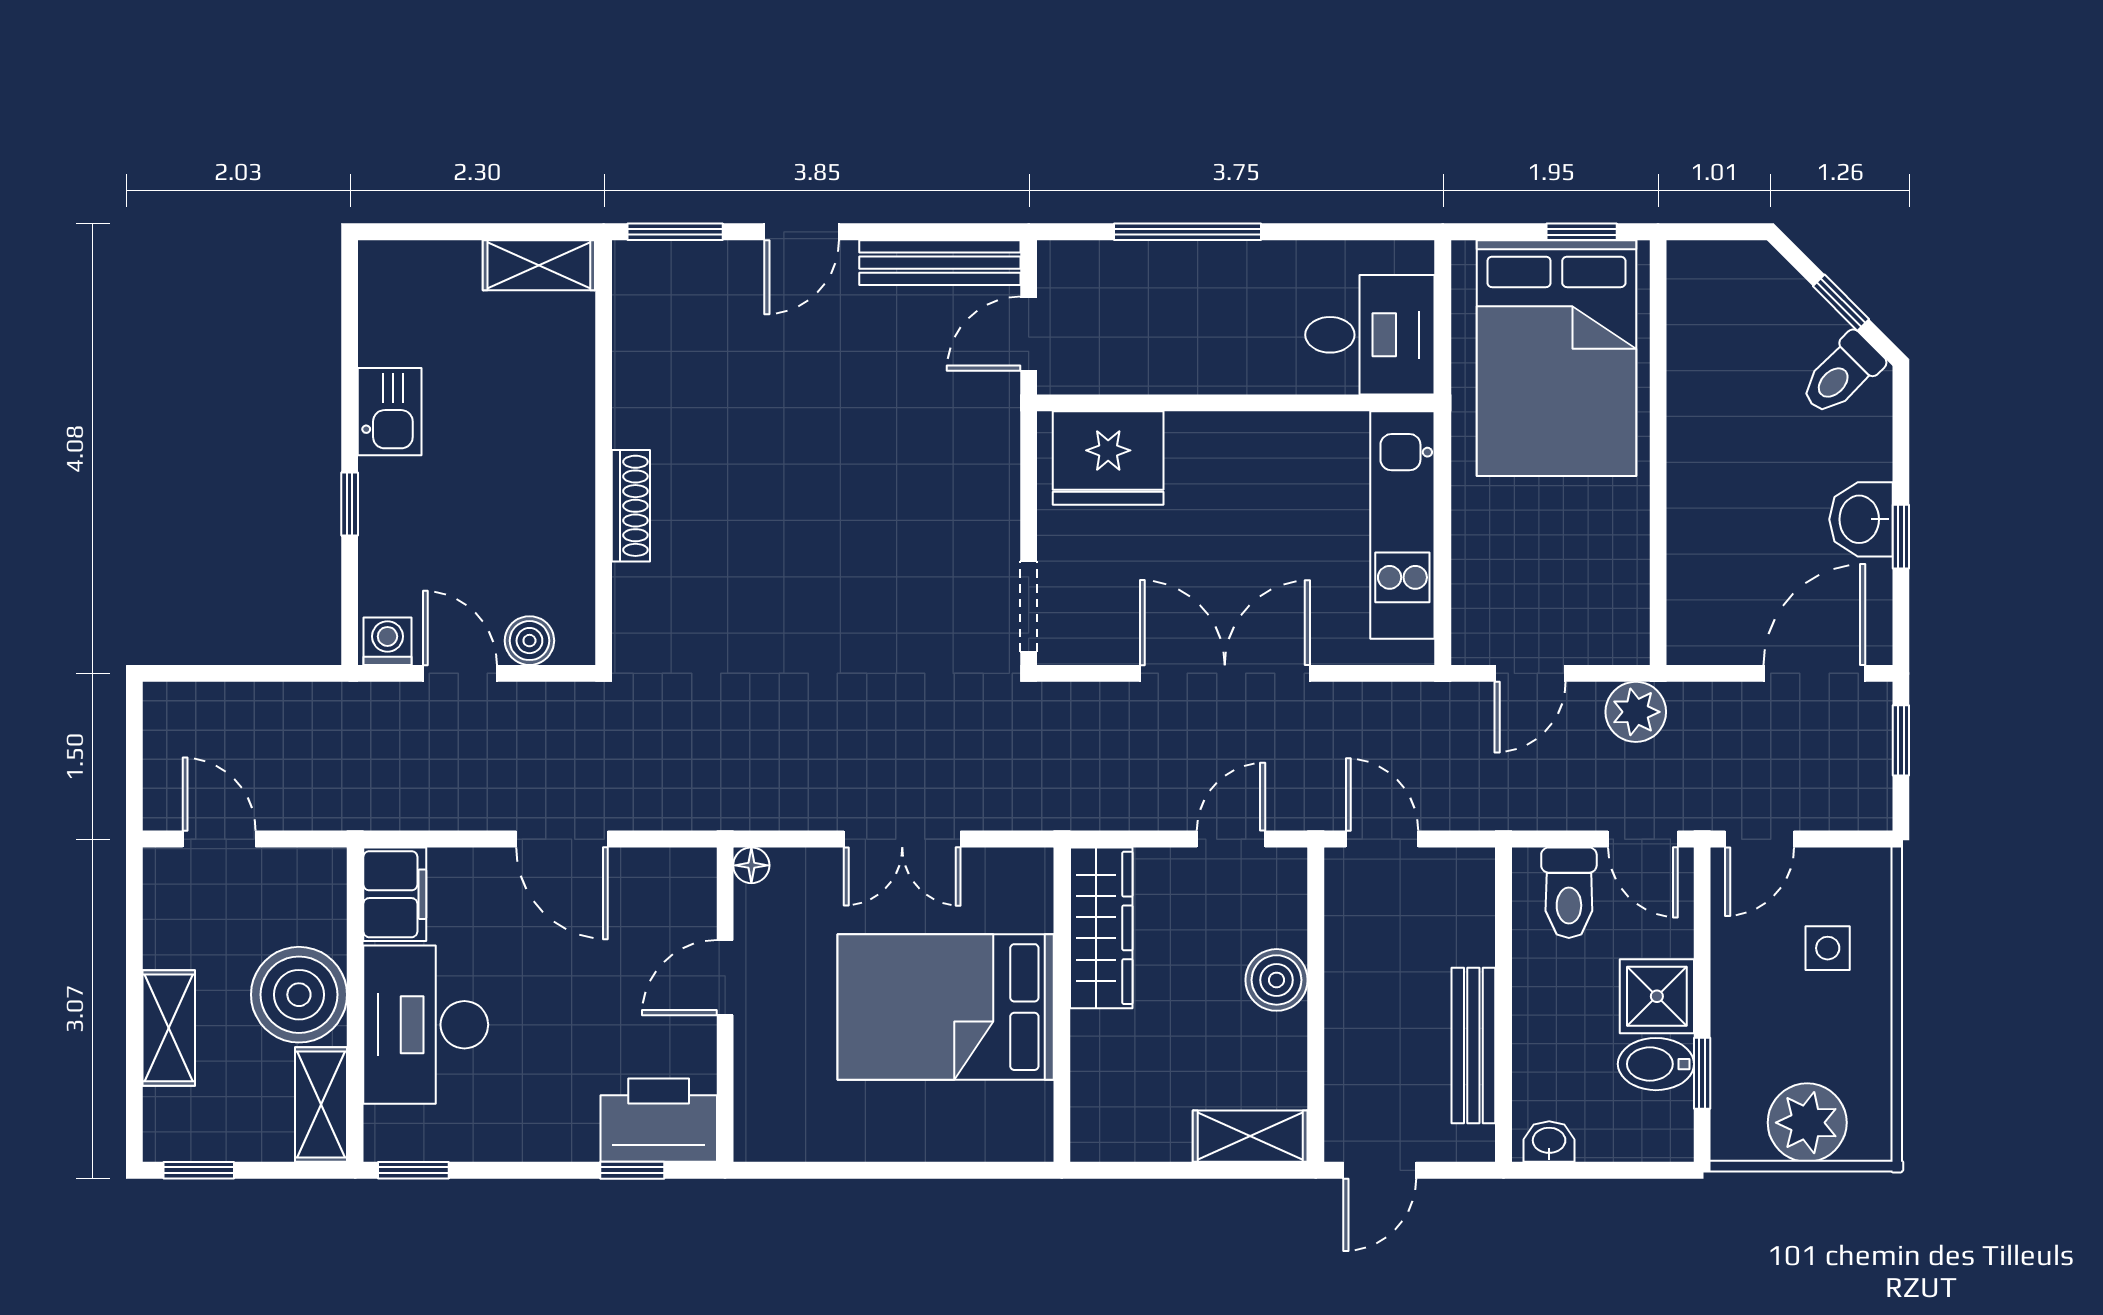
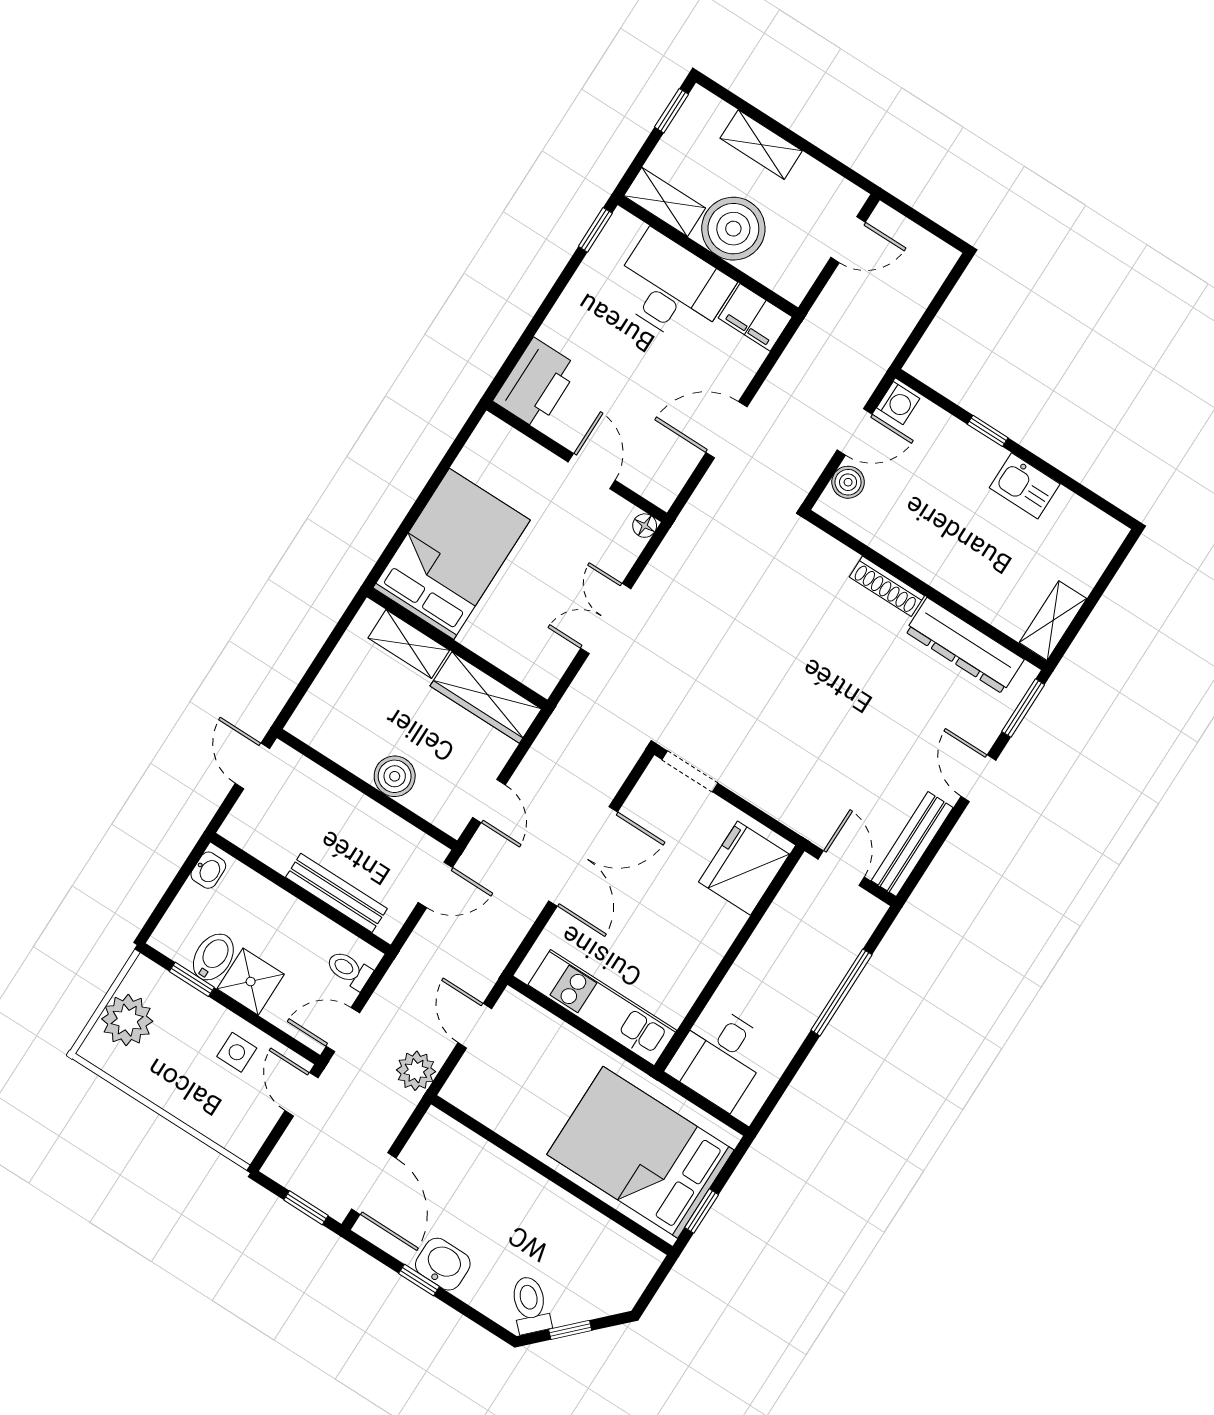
dresser: (643, 358) -> (965, 646), added
toilet: (1569, 893) -> (349, 970), width x0.73, depth x0.72
side table: (1828, 948) -> (237, 1052), moved
bed: (946, 1007) -> (452, 554), moved
bench: (1473, 1045) -> (336, 893), moved
shelving: (1250, 1136) -> (409, 644), moved, turned 90
window: (632, 1170) -> (518, 351), removed

